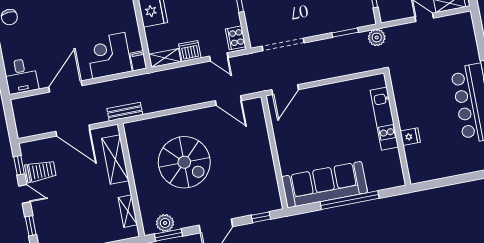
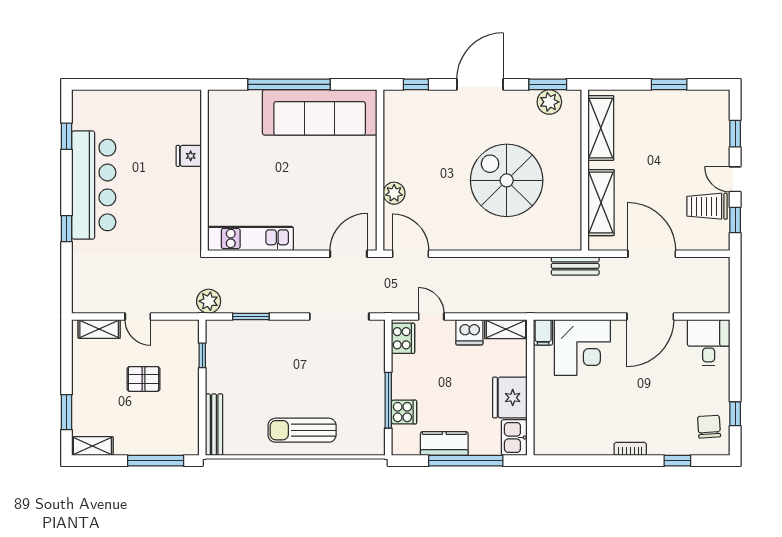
door: (228, 101) -> (410, 254), moved
kitchen unit: (384, 119) -> (251, 238), moved, turned -90
plant: (261, 138) -> (394, 193), added
shelving: (128, 211) -> (601, 128), width x1.50, depth x1.33

